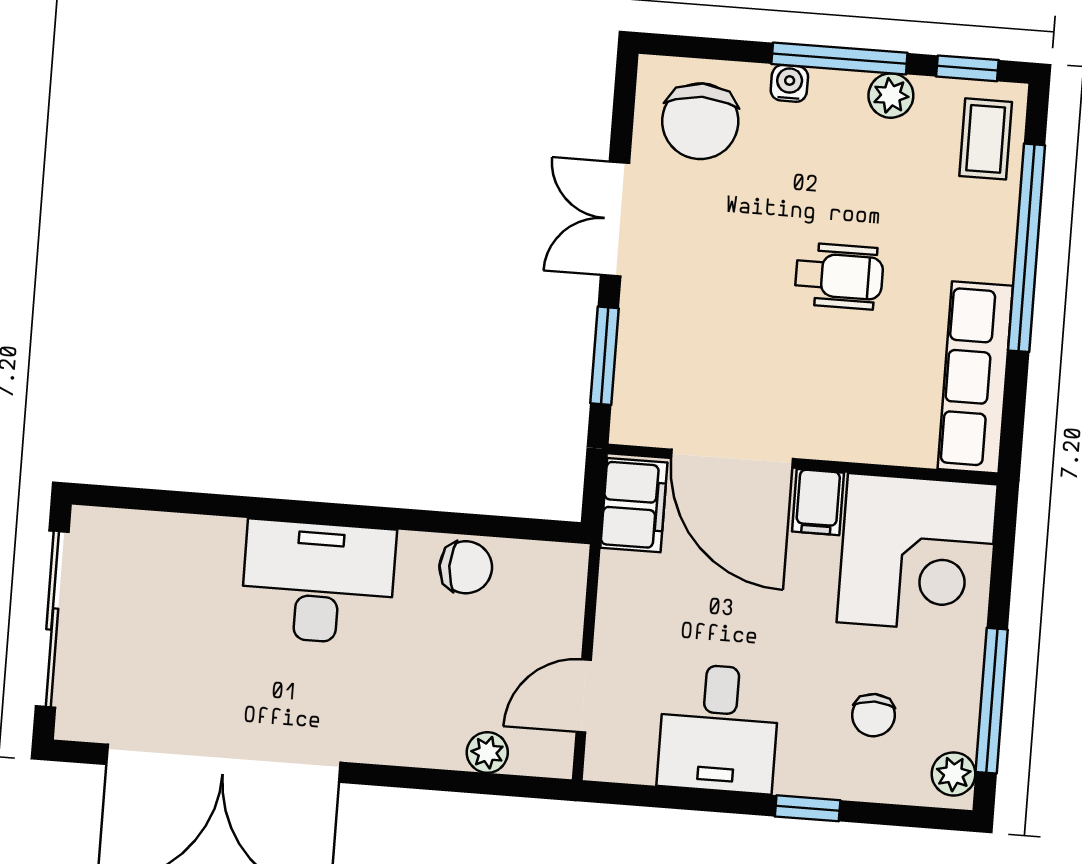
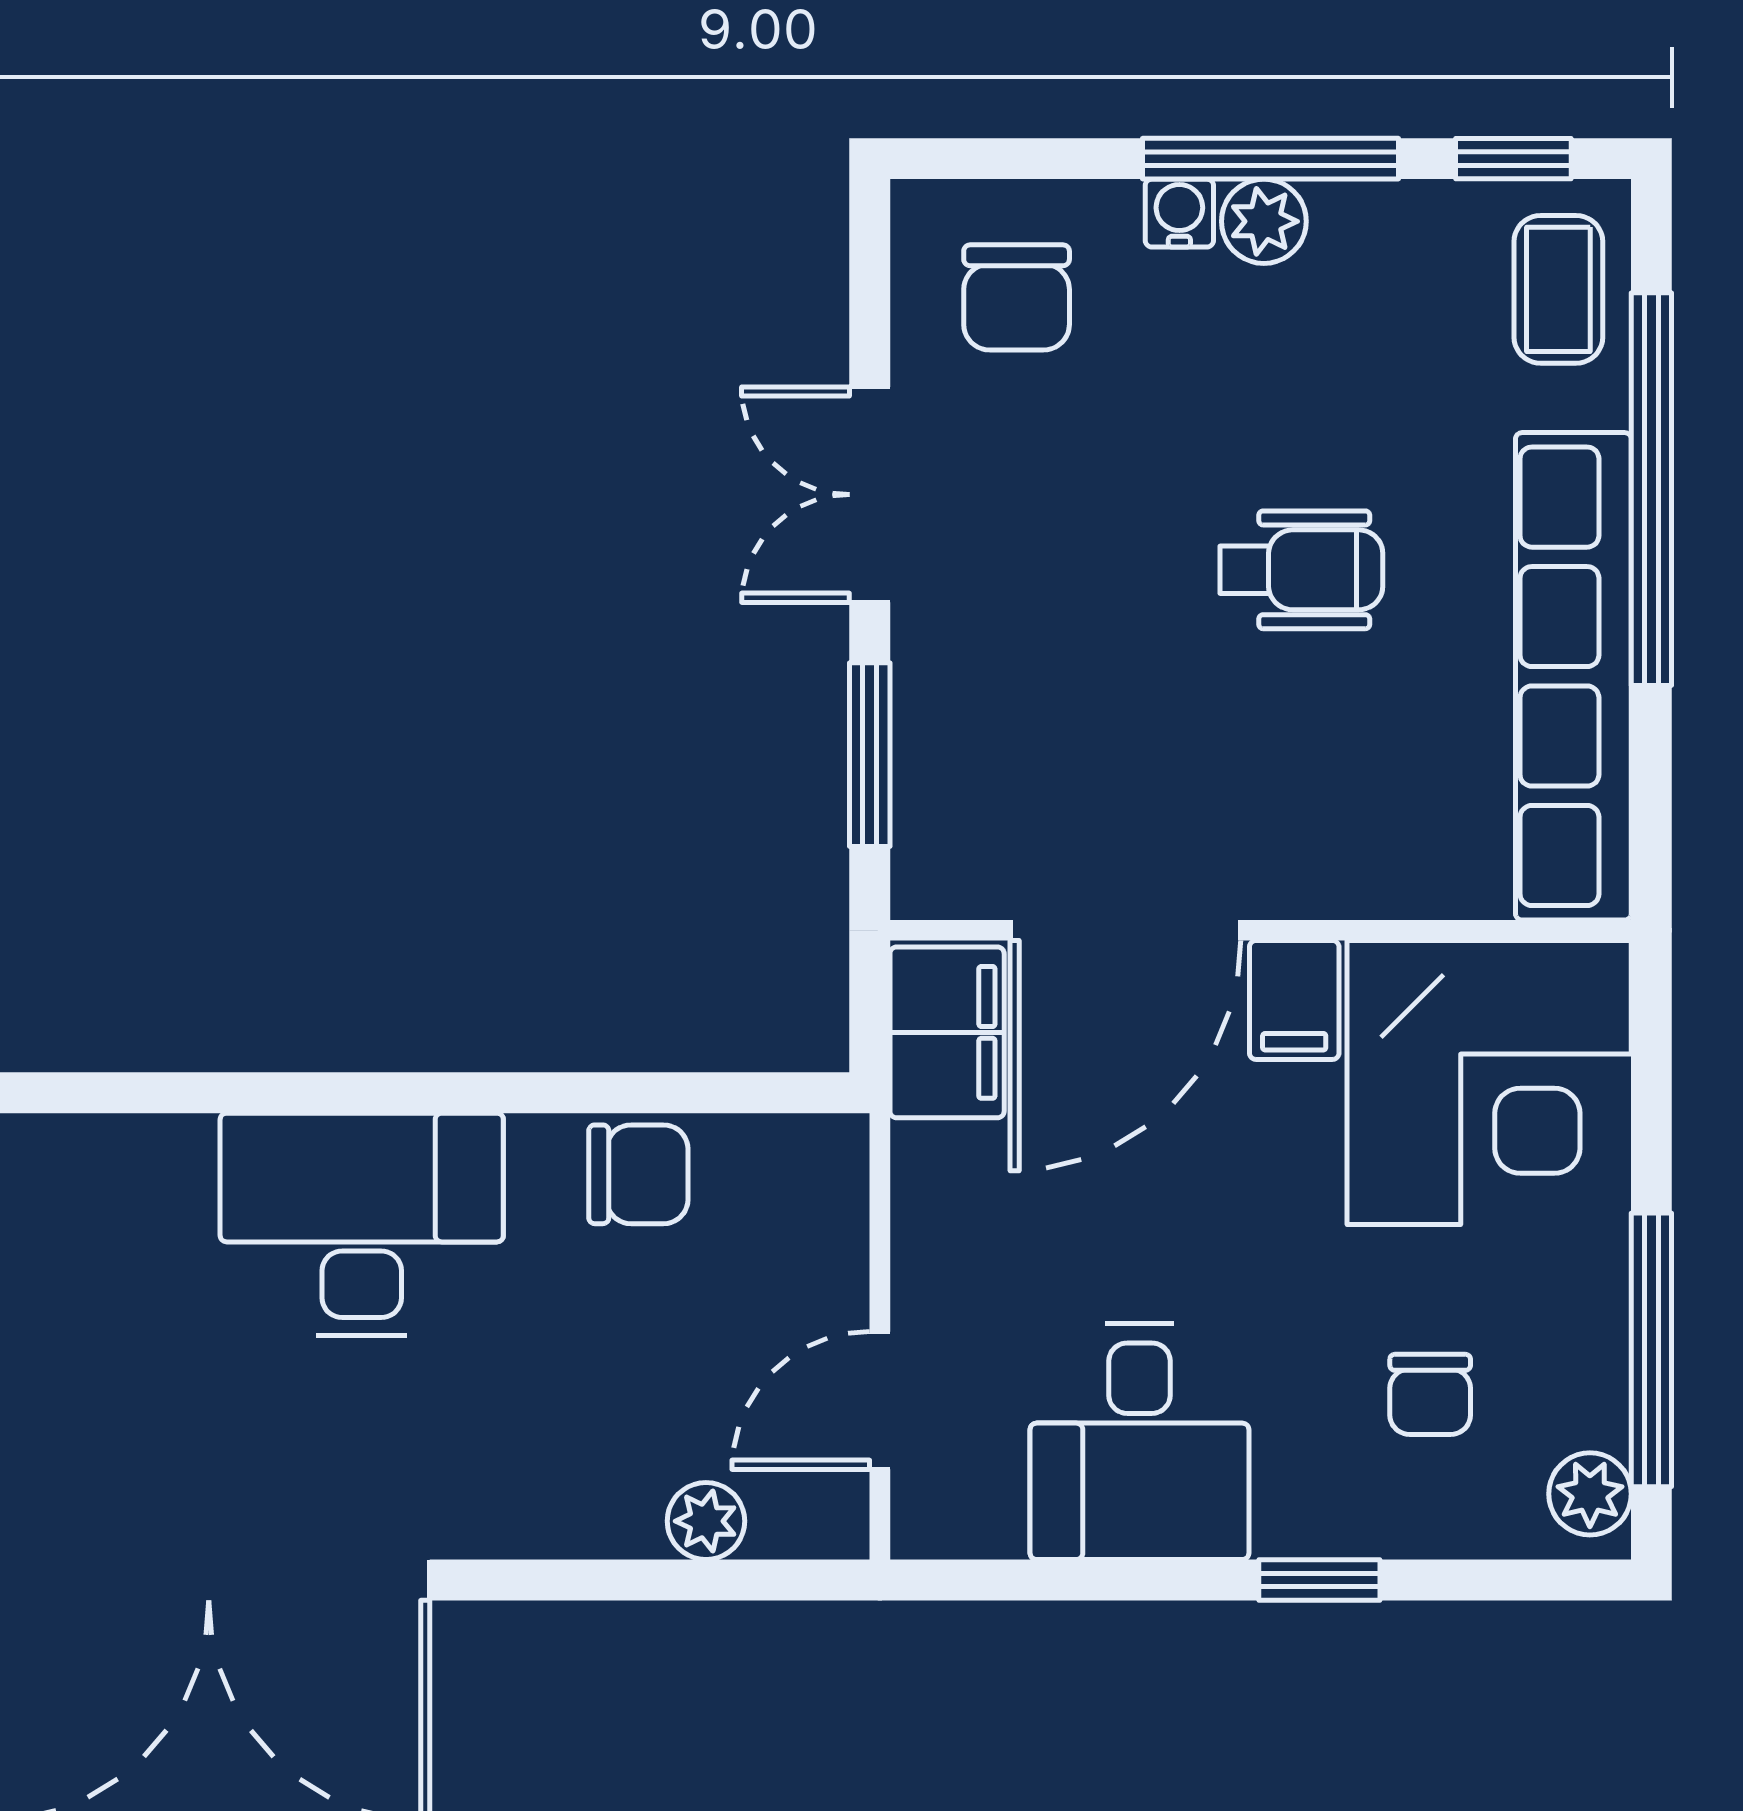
plant: (891, 96) -> (1264, 221), moved
chair: (700, 121) -> (1017, 297), width x0.73, depth x0.73
row of seats: (975, 377) -> (1573, 676), width x1.36
door: (732, 459) -> (1125, 930), hinge flipped

